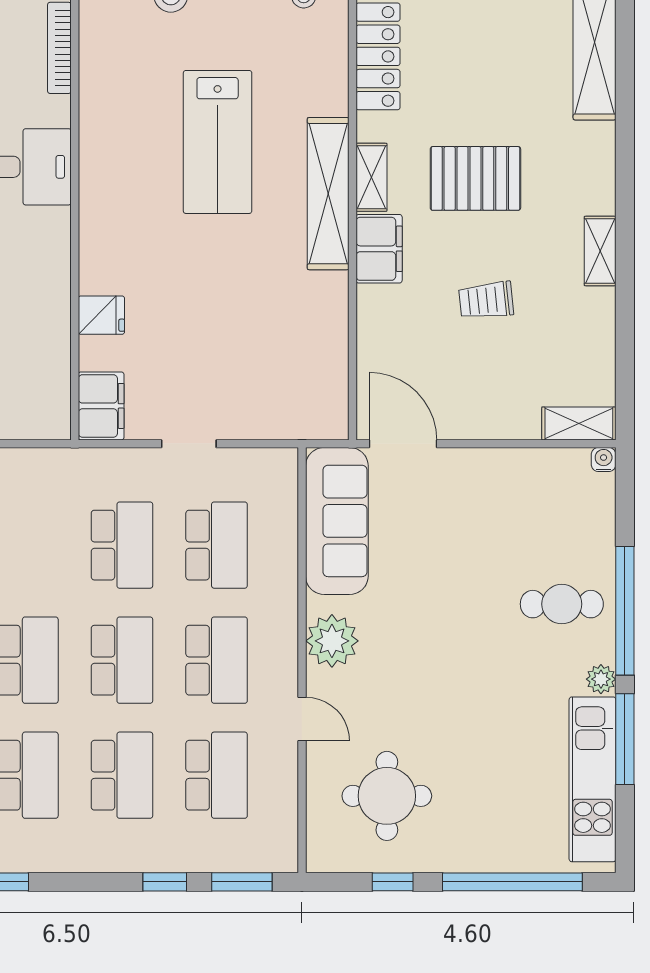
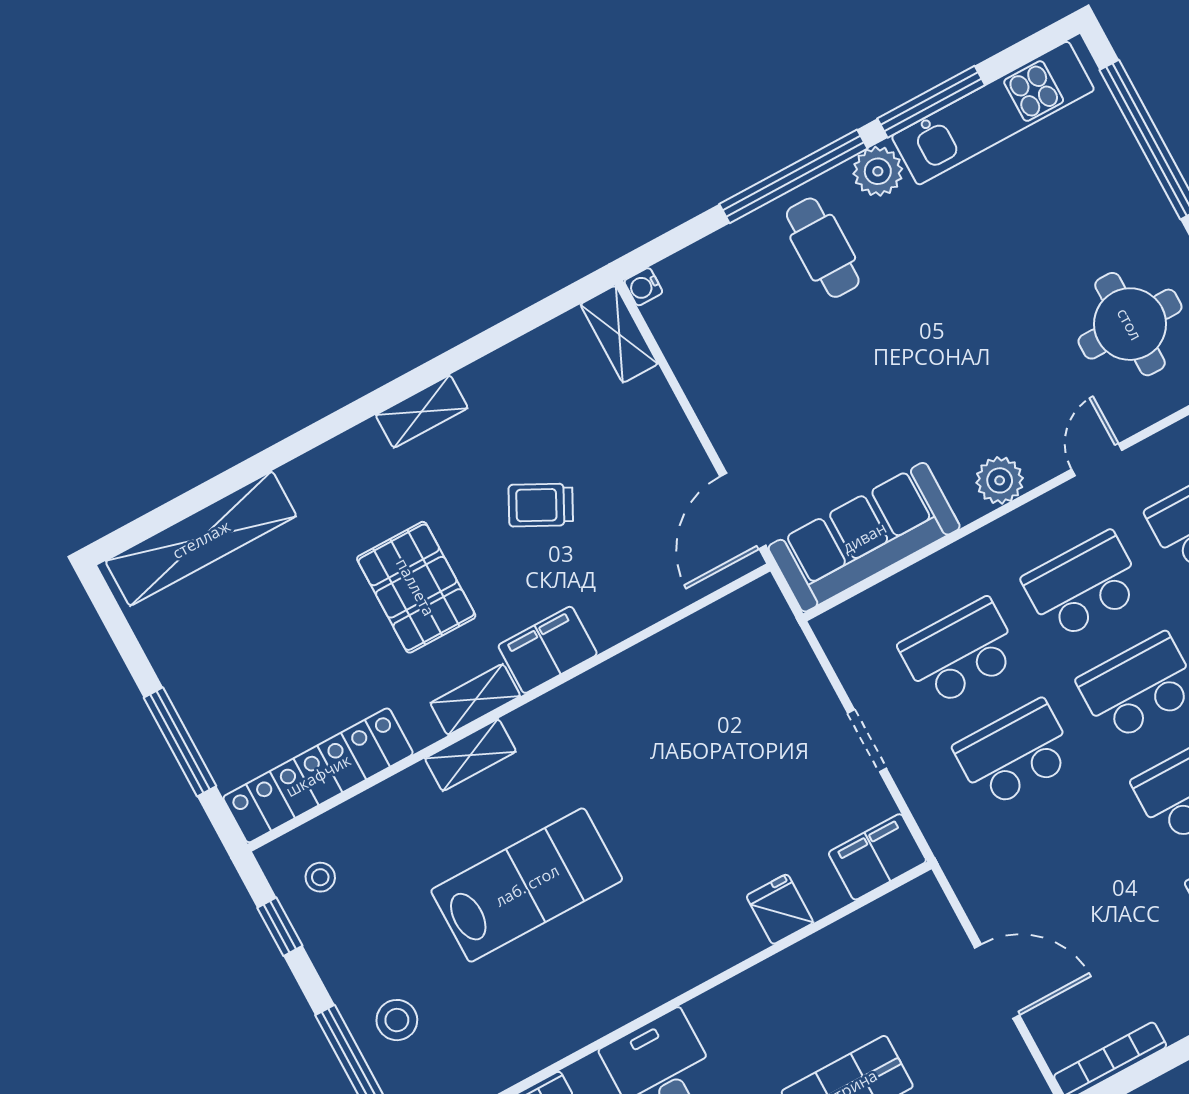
shelving: (328, 194) -> (470, 755), width x0.45, depth x0.75
trolley: (486, 300) -> (541, 505), turned 123
plant: (332, 641) -> (1000, 480), width x0.73, depth x0.73
plant: (601, 679) -> (878, 171), width x1.38, depth x1.38

